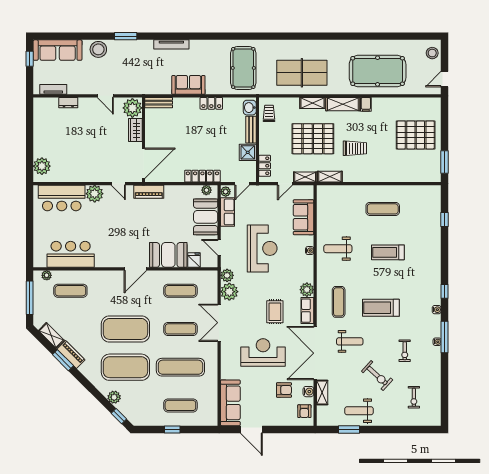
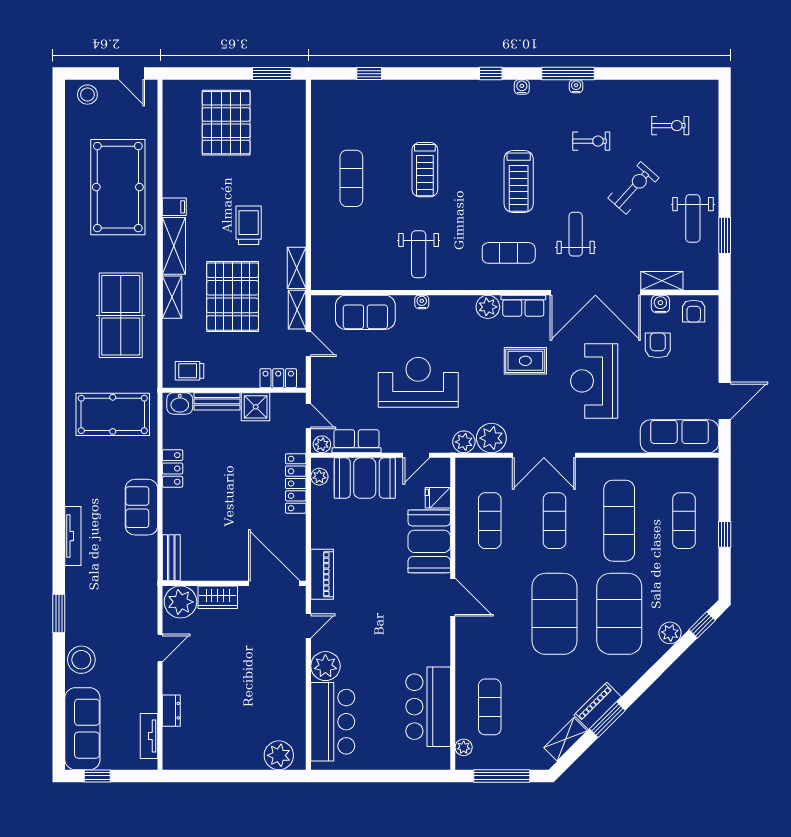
armchair: (304, 411) -> (694, 311), turned 90

